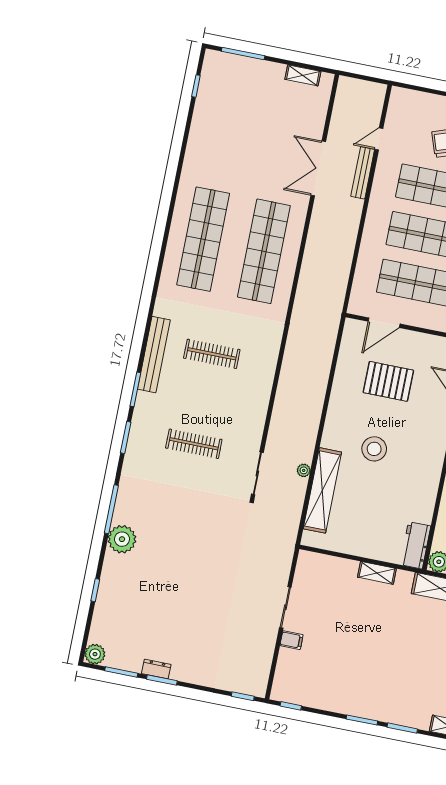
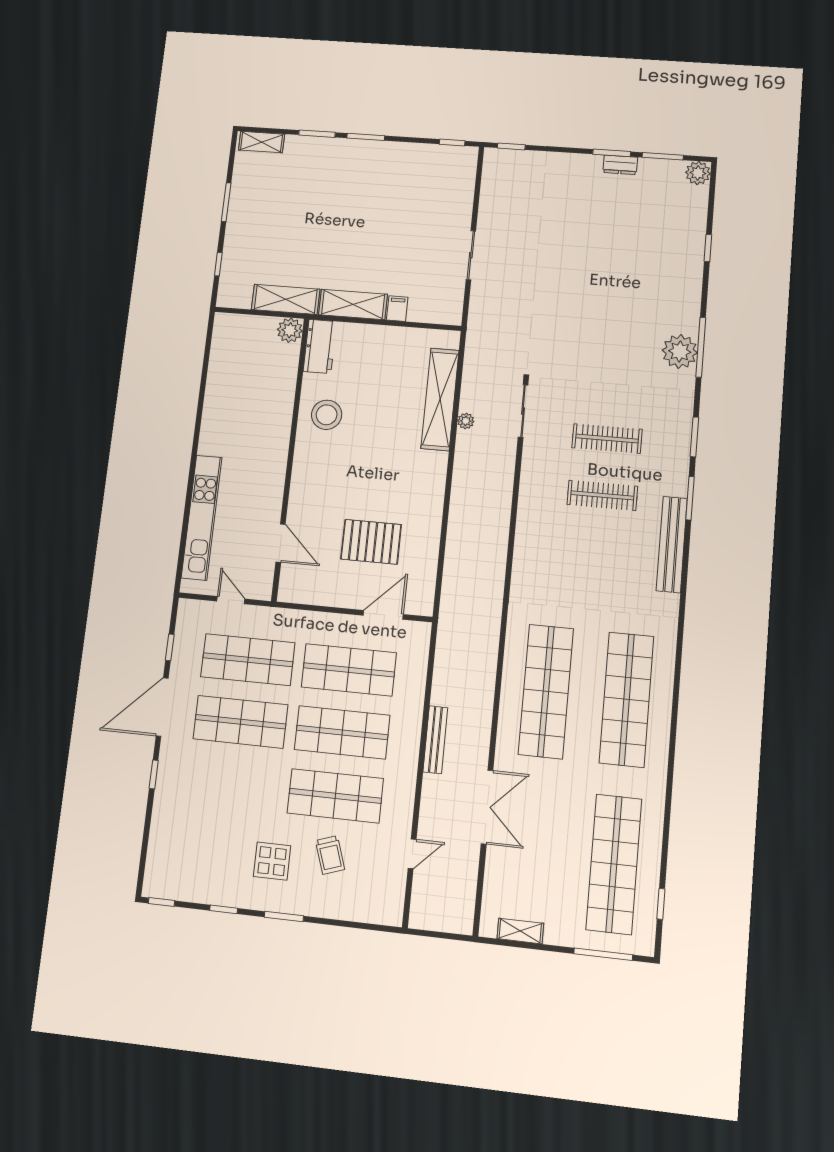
shop shelf: (227, 118) -> (614, 864), added
bench: (363, 173) -> (435, 740), moved
clothes rail: (212, 354) -> (602, 495), moved
stool: (374, 449) -> (327, 415), moved
plant: (122, 539) -> (680, 351), moved
shelving: (377, 573) -> (353, 305), width x1.50, depth x1.33
filing cabinet: (291, 640) -> (397, 309), moved, turned 90

